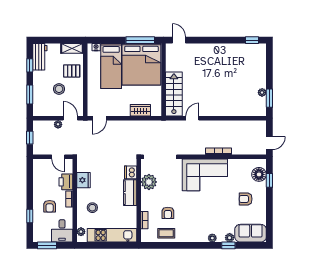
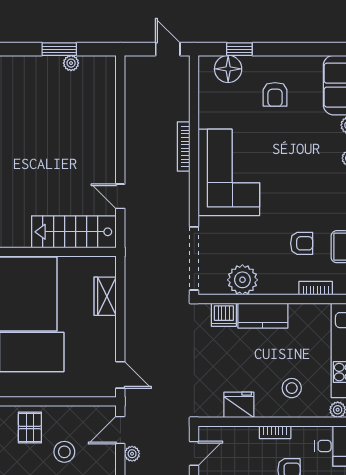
window: (269, 98) -> (59, 49), moved
printer: (66, 182) -> (242, 439), removed

